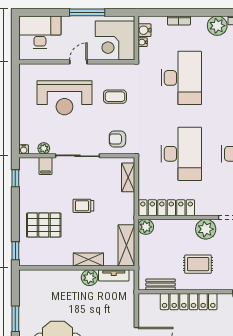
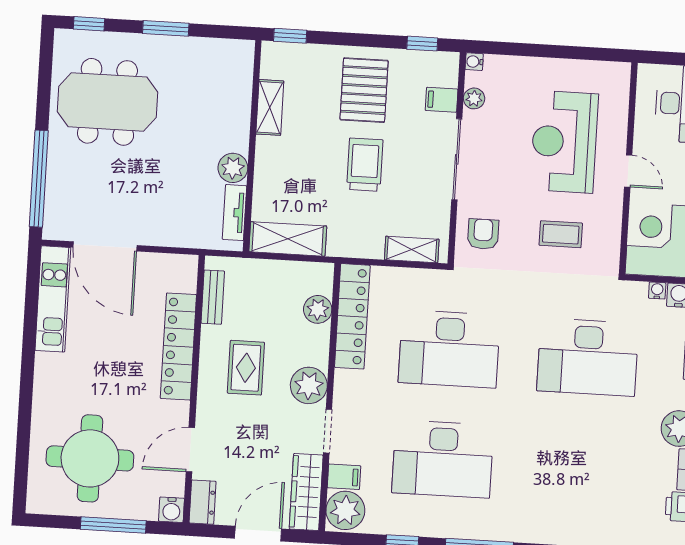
coffee table: (115, 97) -> (561, 234), turned 90
trolley: (83, 206) -> (365, 165), width x1.36, depth x1.39
pallet: (44, 225) -> (364, 90), moved
plant: (146, 227) -> (318, 309), moved
shelving: (88, 259) -> (270, 107), moved

